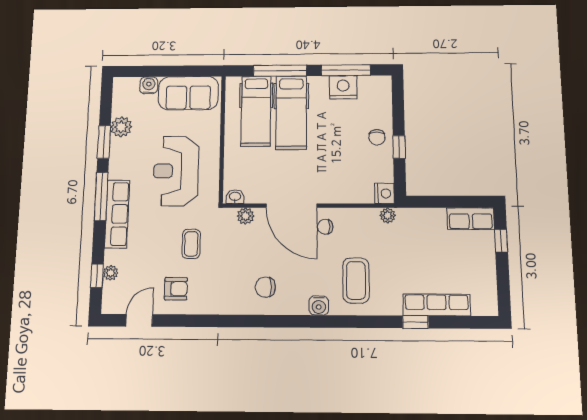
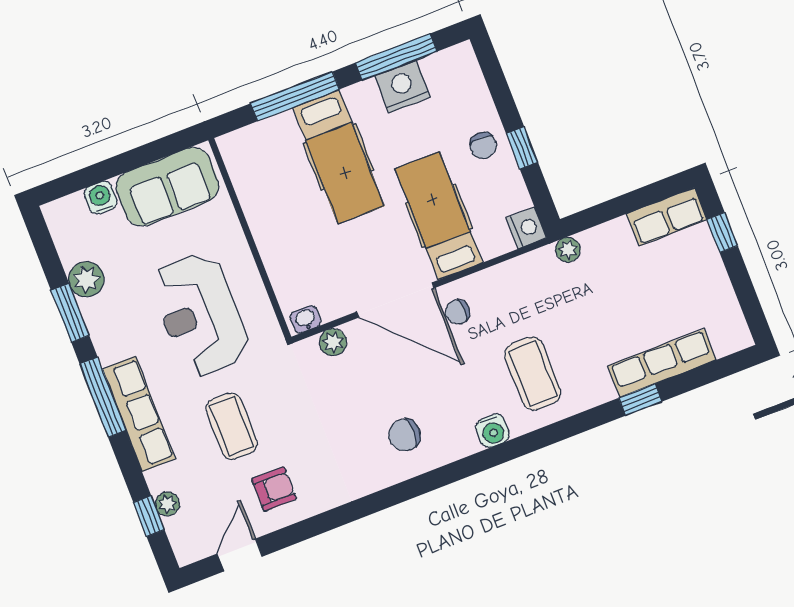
hospital bed: (256, 111) -> (439, 216), moved, turned 180
plant: (388, 215) -> (568, 250), moved
coffee table: (191, 244) -> (232, 426), moved, width x1.36, depth x1.30

